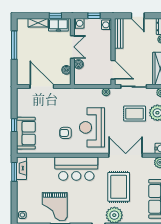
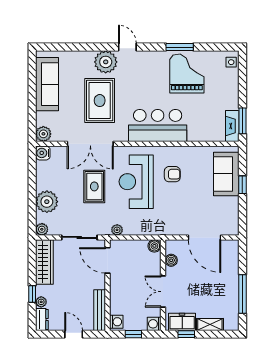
boiler: (79, 64) -> (154, 246), moved
rug: (135, 114) -> (94, 186), moved, turned 90
reception desk: (92, 127) -> (136, 182), turned 180

